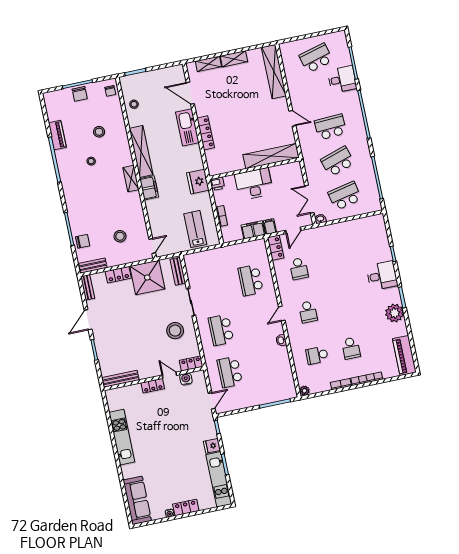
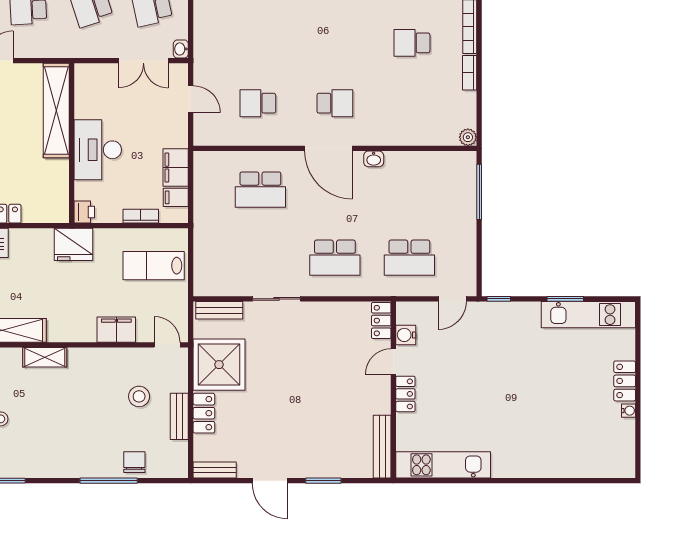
filing cabinet: (149, 188) -> (116, 330), moved
filing cabinet: (270, 227) -> (176, 197), moved
locker: (276, 248) -> (214, 135), removed
bench: (93, 266) -> (179, 416), moved
school desk: (299, 269) -> (258, 103), turned 180
door: (282, 314) -> (328, 148), width x1.88
stool: (175, 331) -> (319, 336), removed
school desk: (351, 348) -> (412, 43), turned 180
school desk: (317, 355) -> (412, 103), removed
door: (212, 401) -> (452, 299), swing flipped
kitchen unit: (122, 437) -> (443, 465), moved
fridge: (212, 446) -> (529, 314), removed
sofa: (137, 500) -> (595, 461), removed

